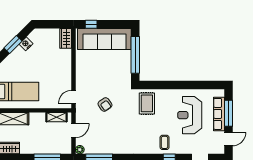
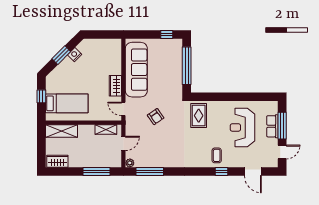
window: (91, 24) -> (167, 34), moved
wardrobe: (66, 38) -> (115, 86), moved
sofa: (104, 39) -> (136, 70), moved, turned -90
door: (73, 97) -> (123, 109), hinge flipped
row of seats: (219, 114) -> (272, 126), width x0.68

